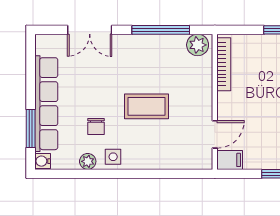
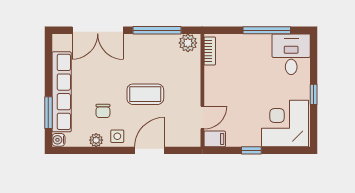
double door: (90, 30) -> (98, 30), width x1.37
bookcase: (224, 64) -> (210, 51), width x0.64
door: (152, 174) -> (150, 150), added

